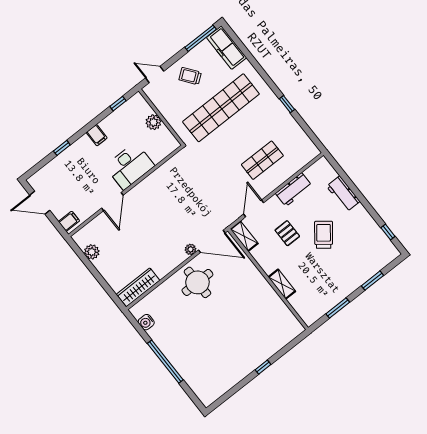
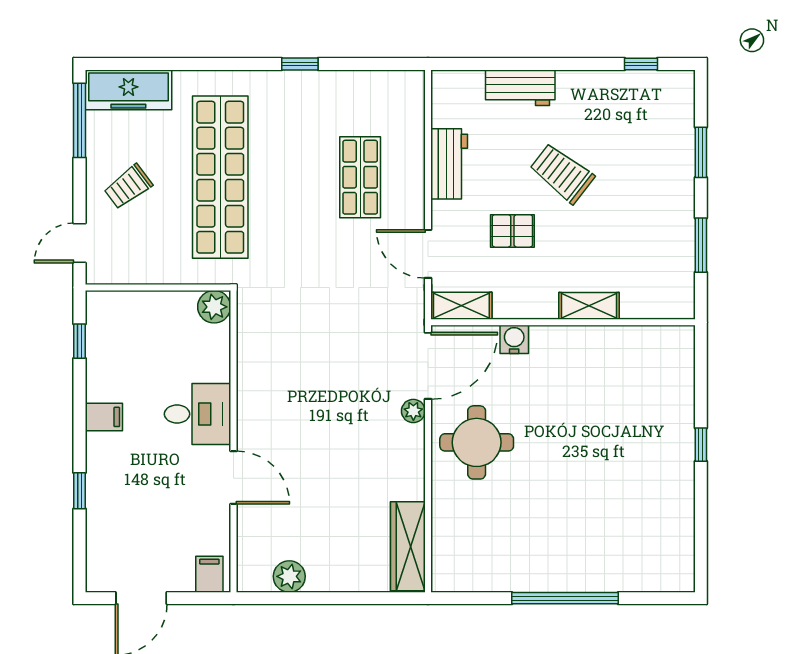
plant: (153, 122) -> (214, 307), moved
desk: (130, 166) -> (197, 414), width x0.73
water cooler: (146, 322) -> (514, 339), moved, turned 180

